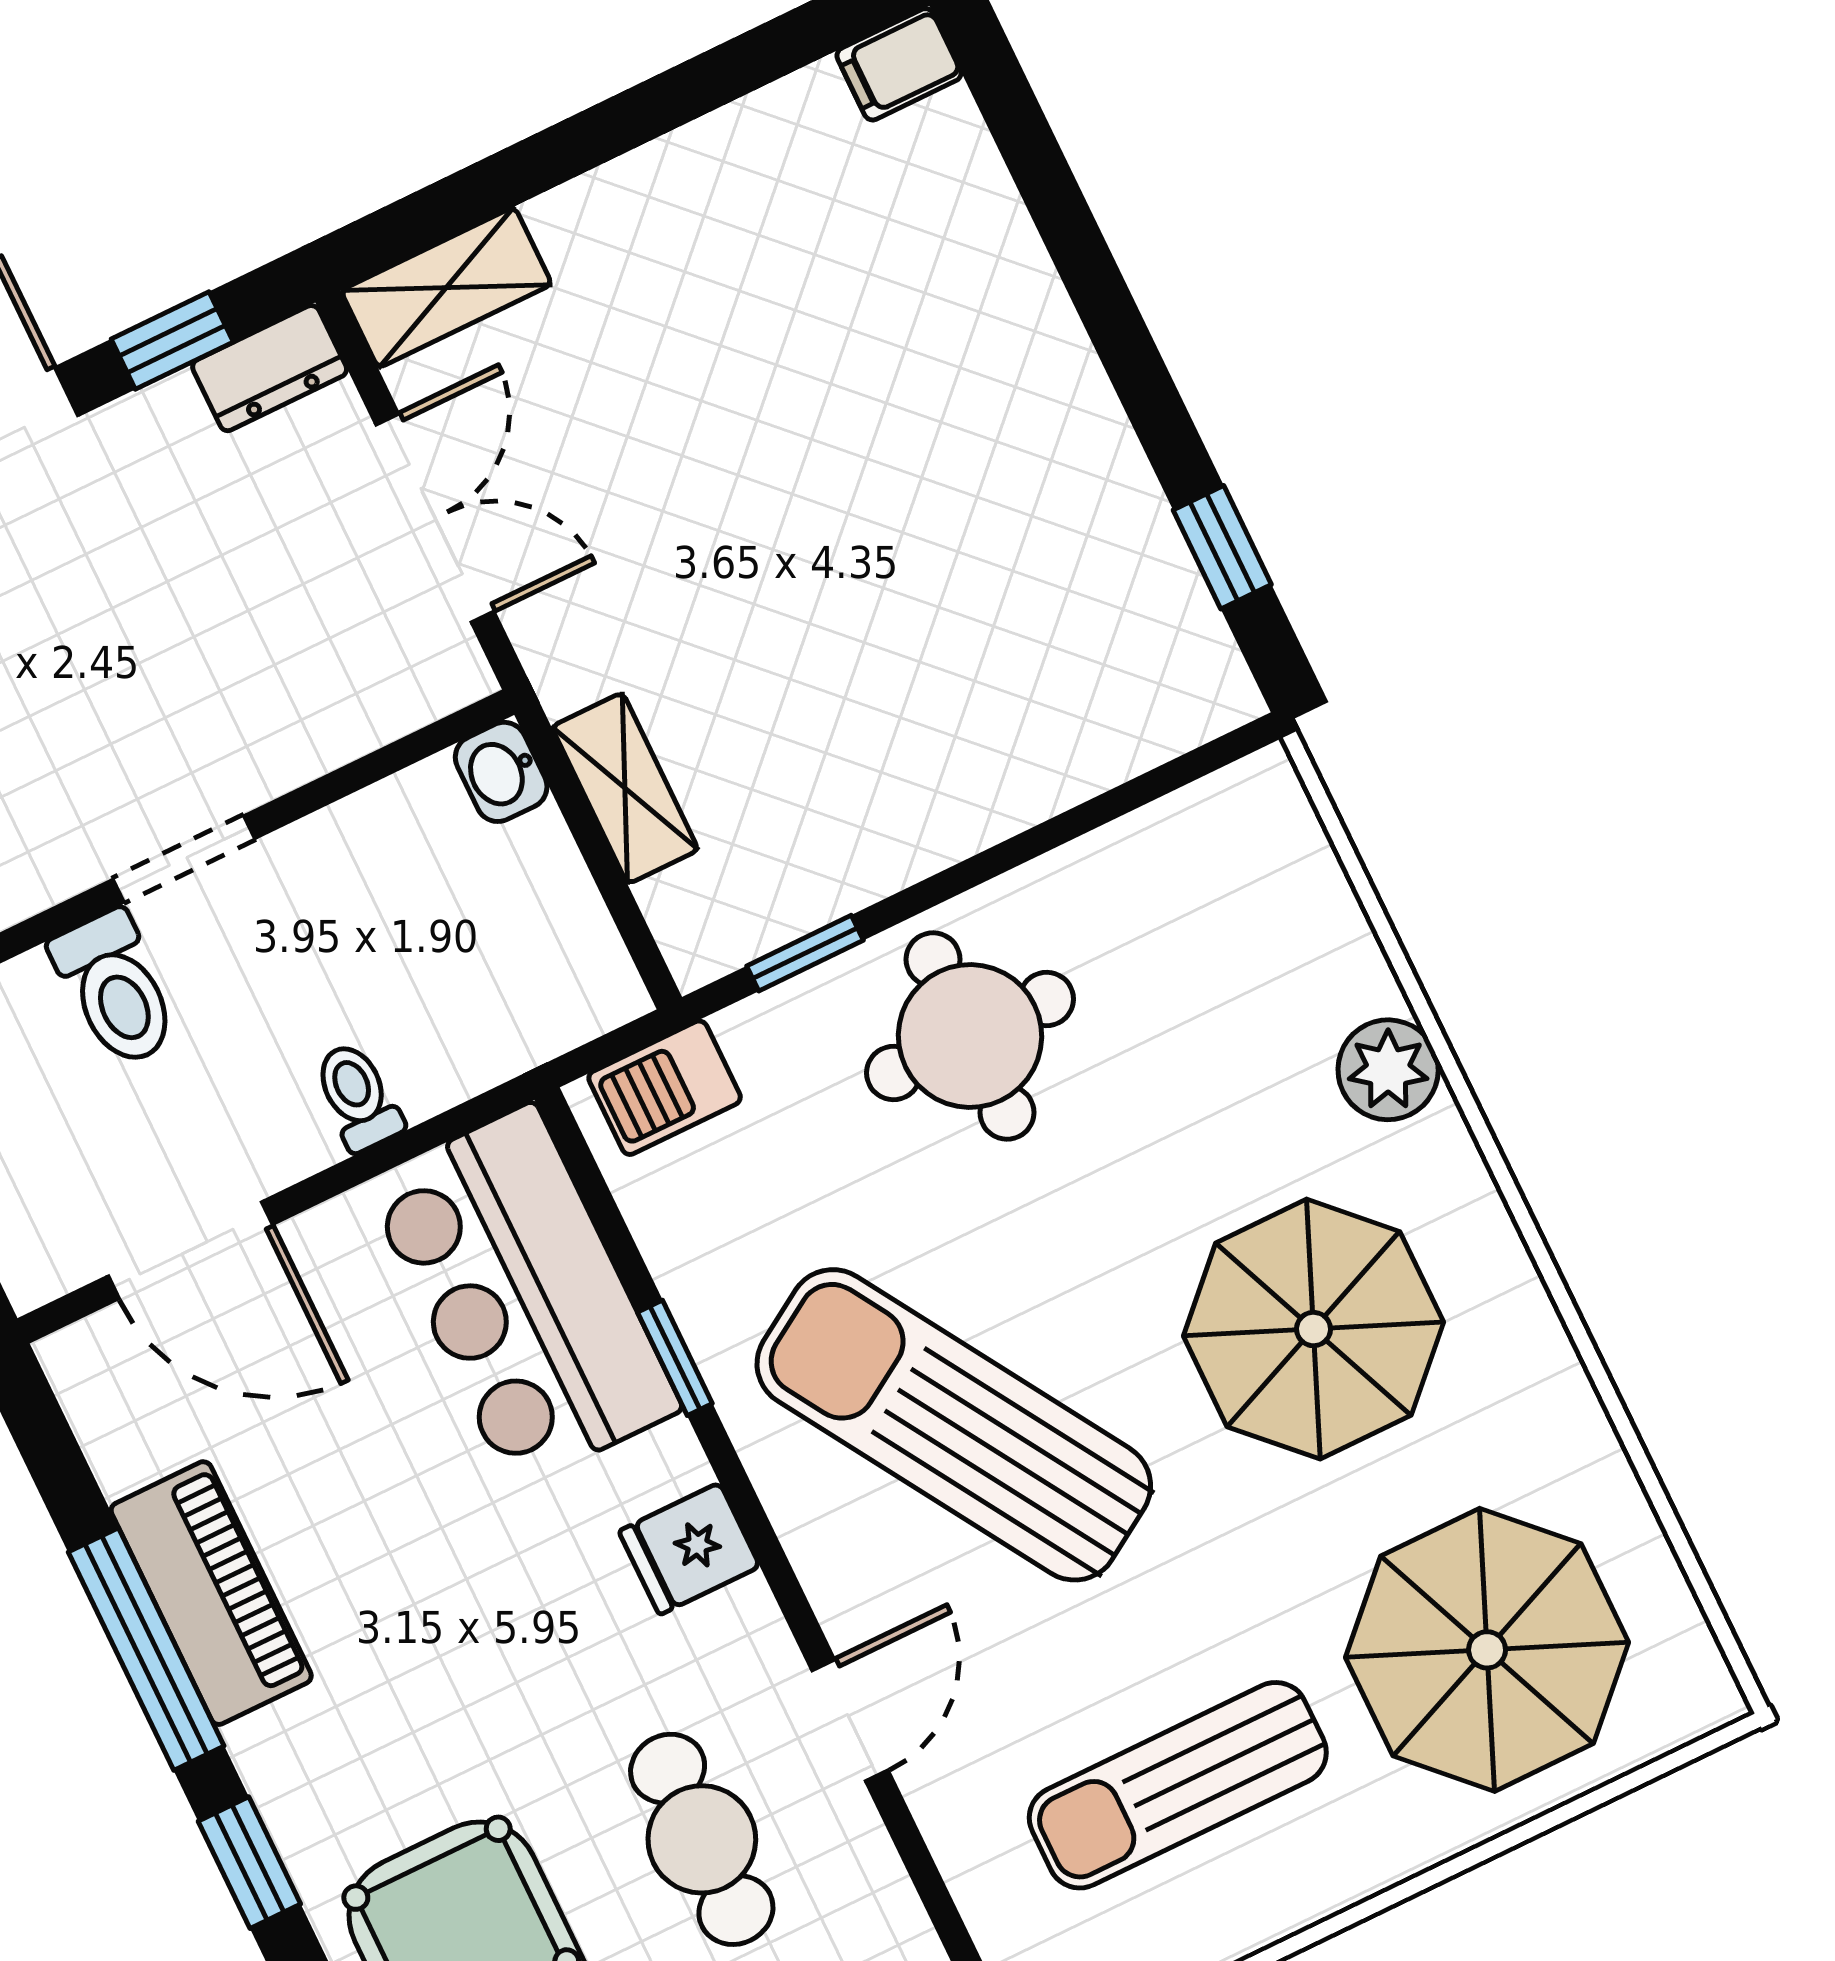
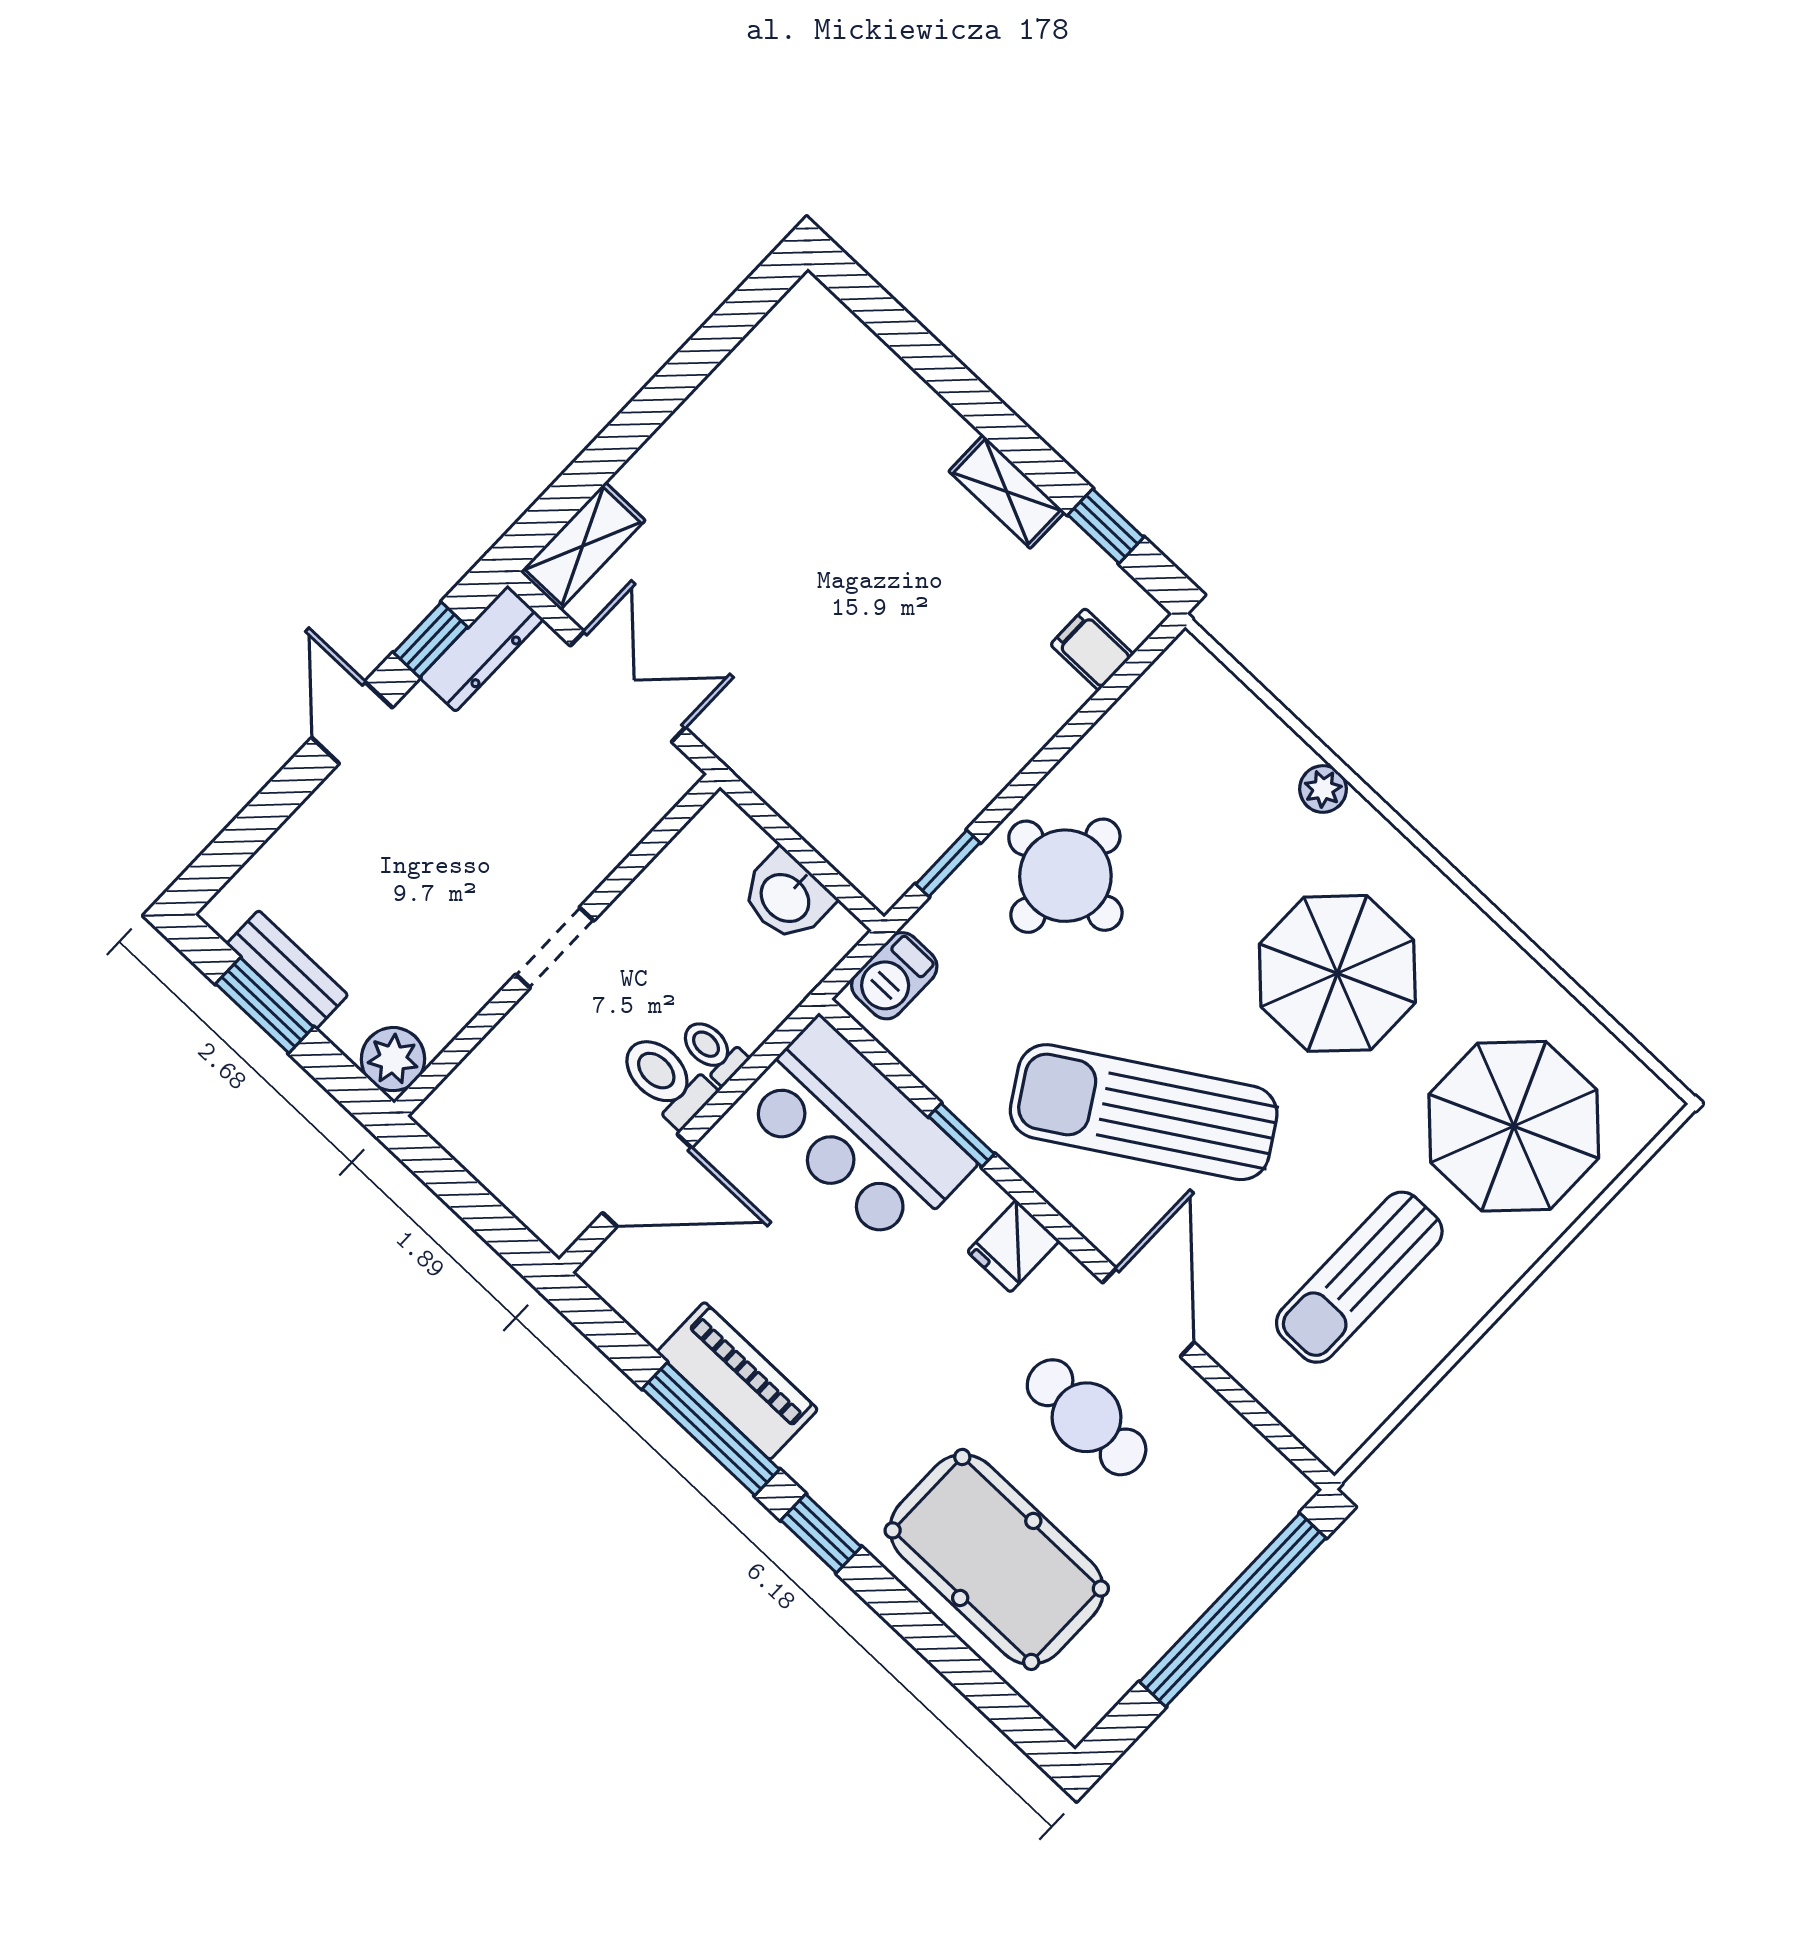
filing cabinet: (899, 64) -> (1092, 649), moved, turned 90
dresser: (270, 368) -> (482, 648), width x1.44
washbasin: (501, 772) -> (786, 897), moved, width x1.38, depth x1.45
shelving: (625, 788) -> (1007, 492), moved
toilet: (115, 989) -> (666, 1080), moved, turned 180
plant: (1388, 1070) -> (1323, 789), width x0.73, depth x0.73
door: (850, 1720) -> (1148, 1312), width x1.38

